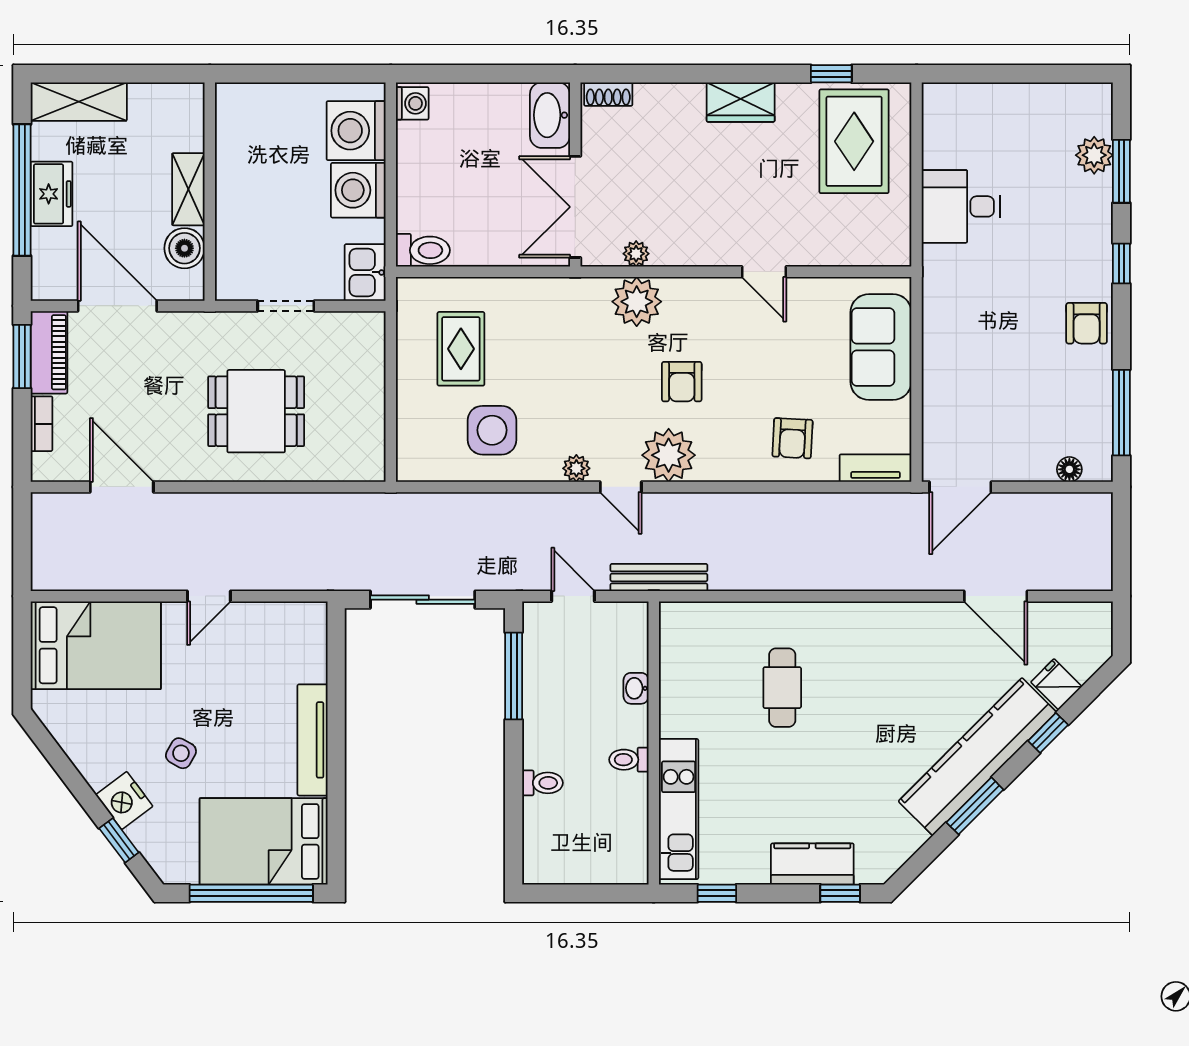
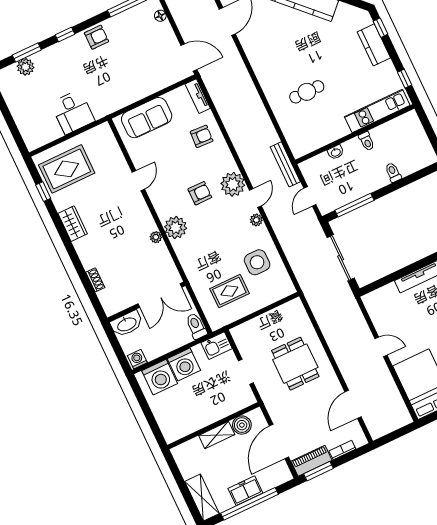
washbasin: (550, 115) -> (127, 324), moved
wall: (575, 174) -> (146, 302), moved
double door: (575, 207) -> (160, 296), moved

